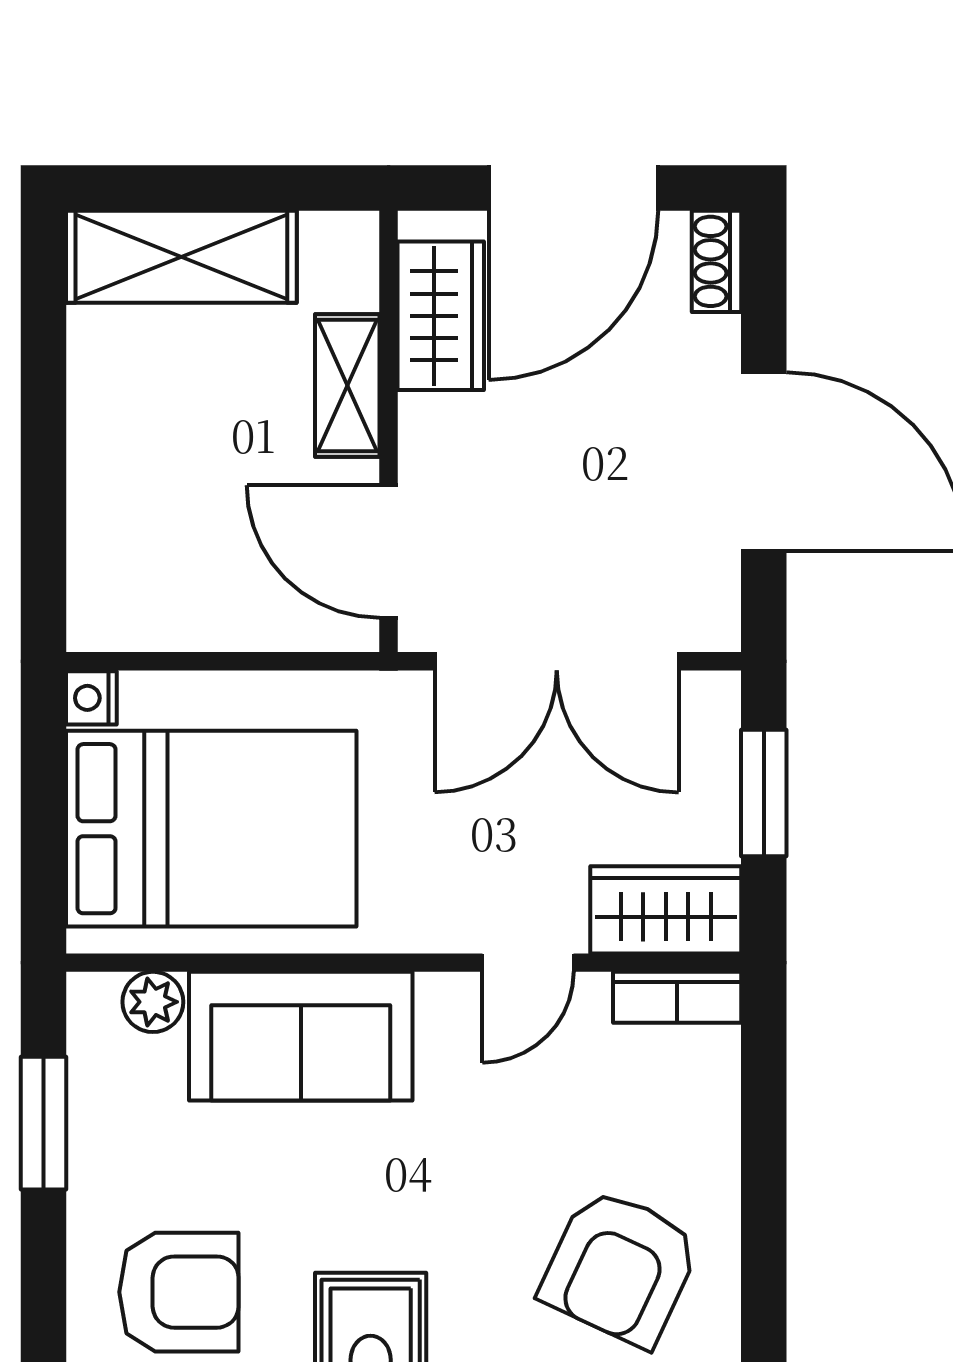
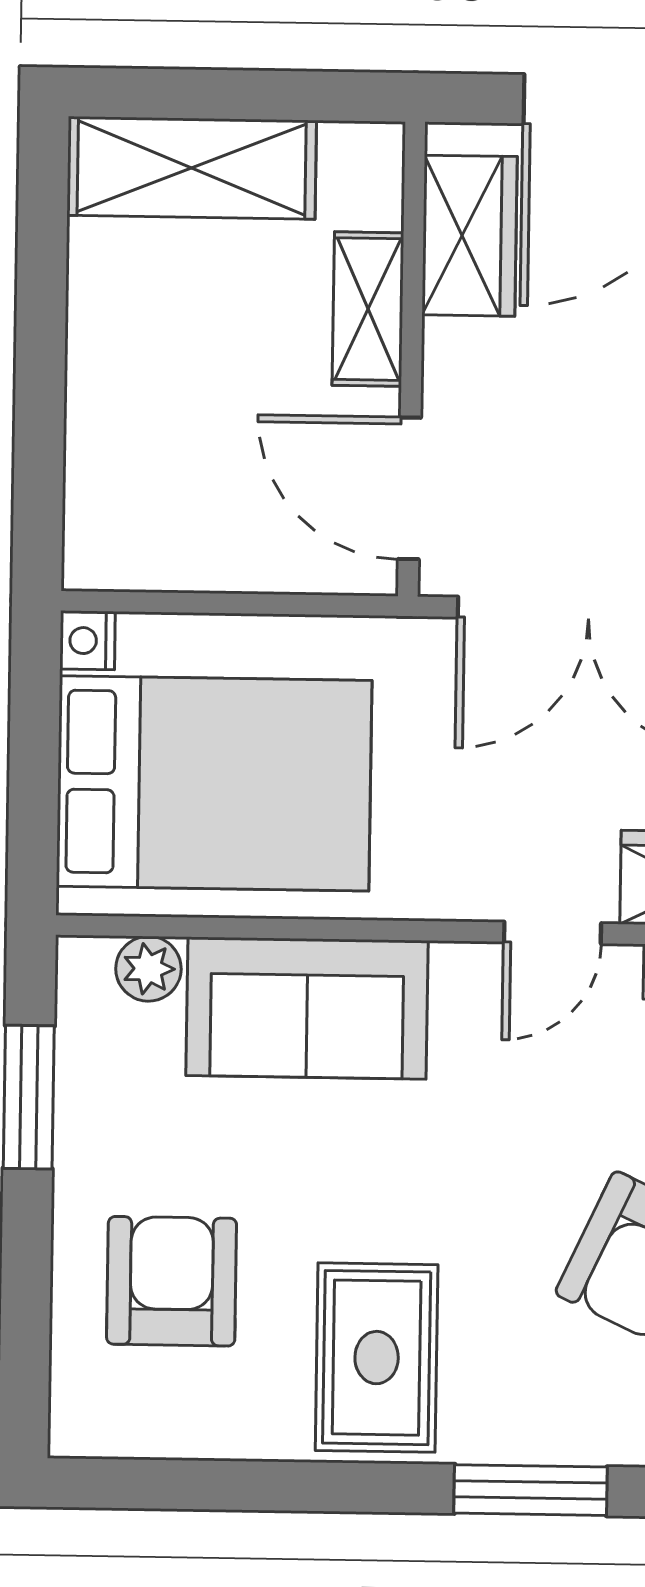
armchair: (179, 1292) -> (172, 1281), turned -90

